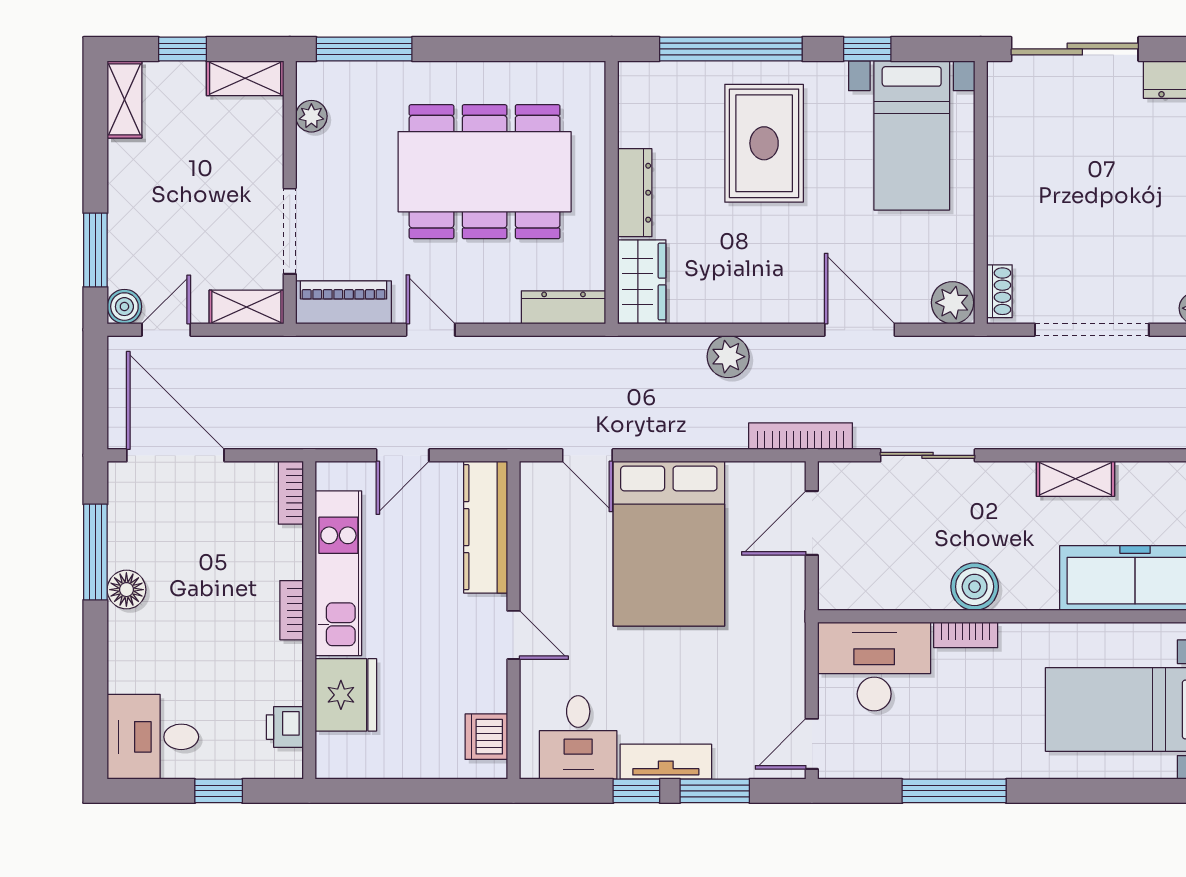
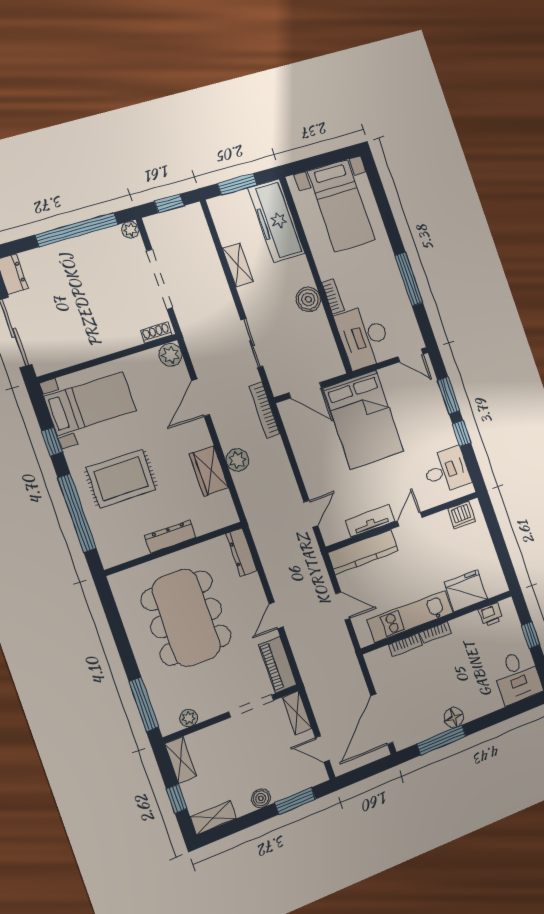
wardrobe: (642, 282) -> (209, 471), moved, turned -90
boiler: (124, 307) -> (261, 798), moved
bookcase: (291, 493) -> (405, 645), moved
bed: (669, 544) -> (363, 420), moved, turned 90
tv unit: (666, 762) -> (370, 521), moved, turned 90

